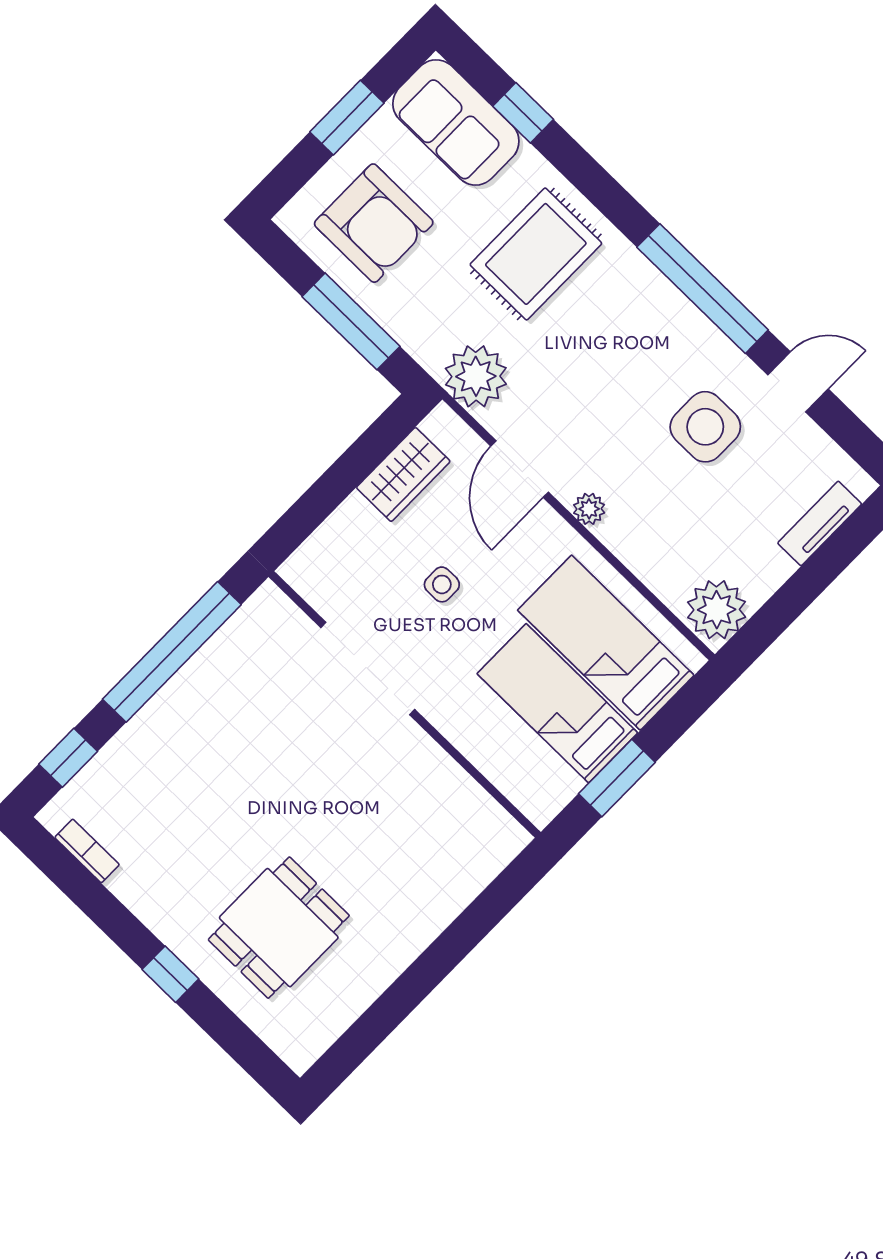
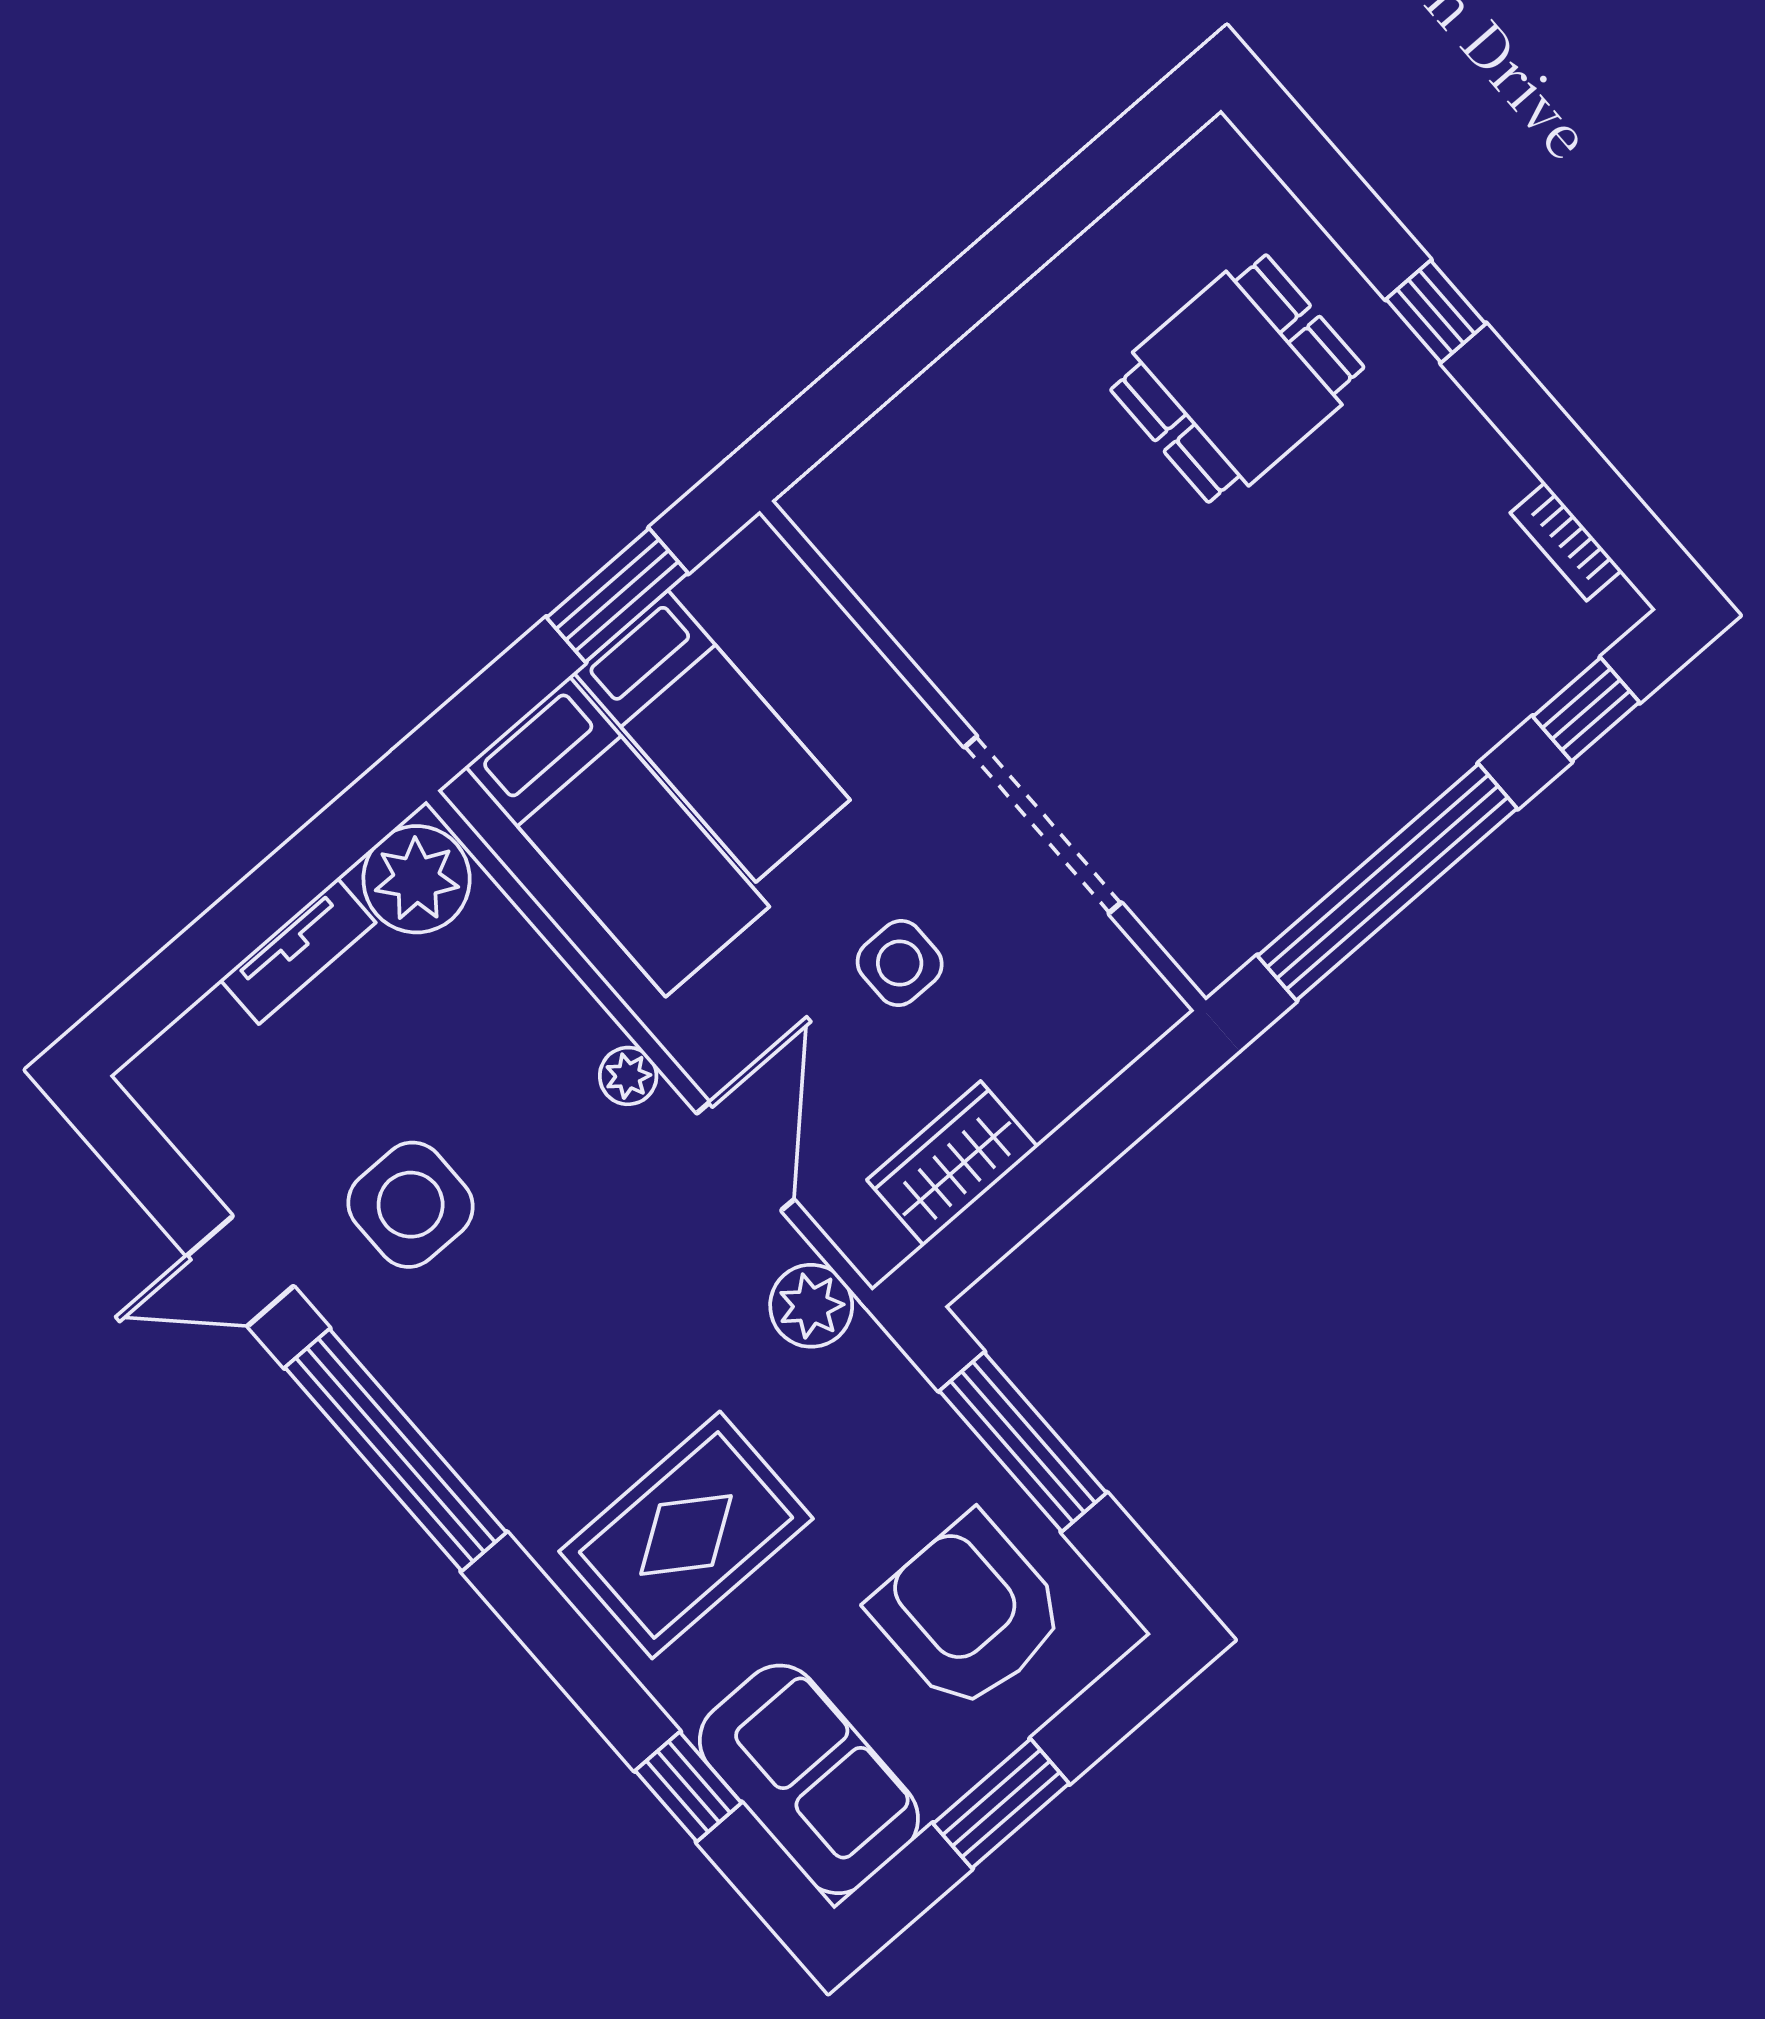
plant: (476, 376) -> (811, 1306), width x0.73, depth x0.73
tv unit: (820, 523) -> (298, 951), moved
side table: (442, 584) -> (900, 963), width x1.37, depth x1.37

